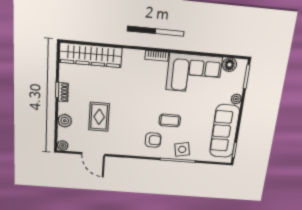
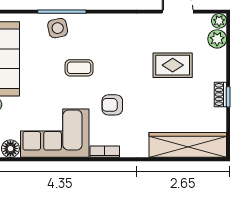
rug: (99, 117) -> (173, 65), turned 90
plant: (65, 121) -> (217, 39), moved
armchair: (153, 140) -> (112, 105), moved

